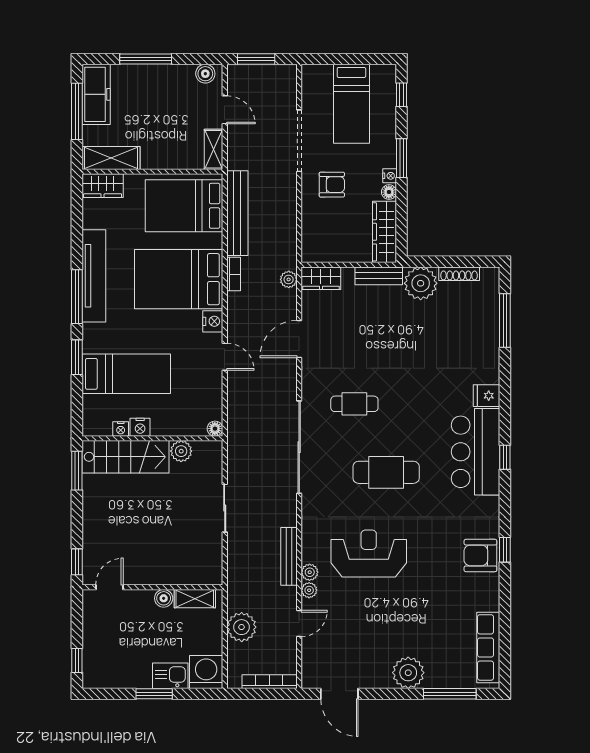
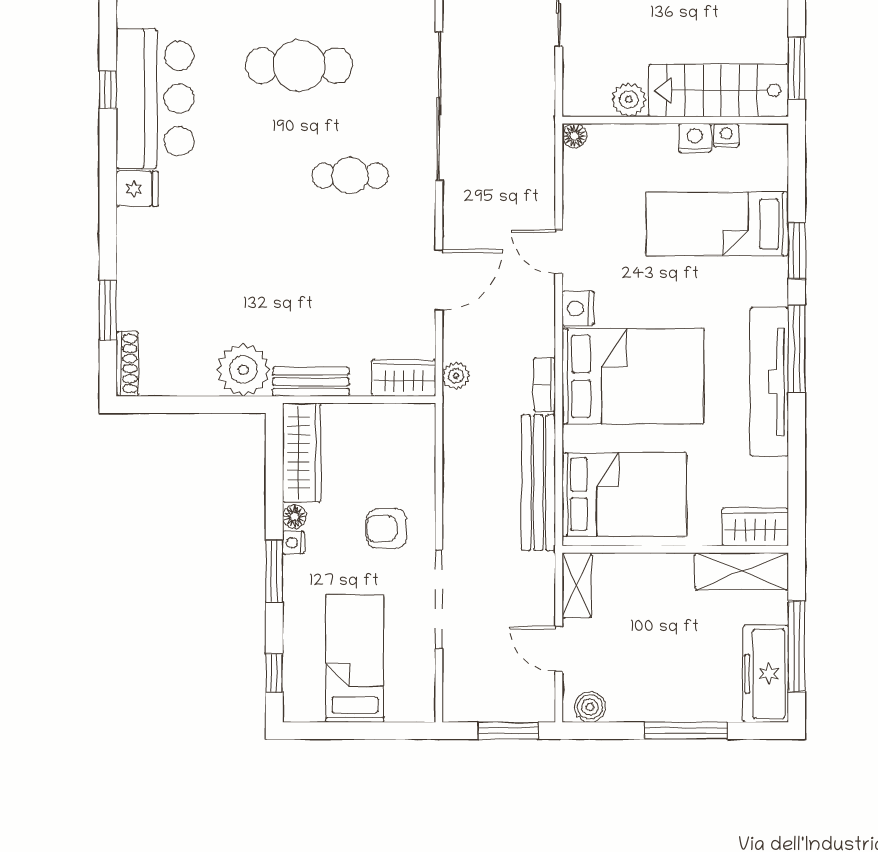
shoe rack: (459, 274) -> (127, 364), moved, turned 90
window: (505, 320) -> (108, 310), width x0.69

